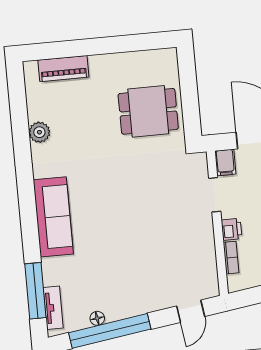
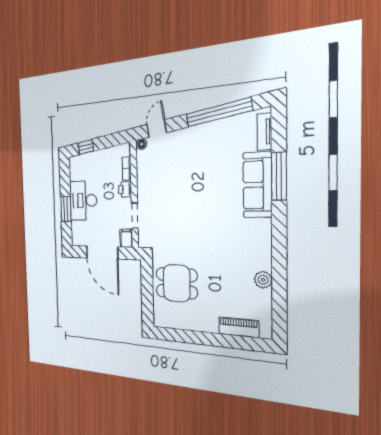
sofa: (53, 217) -> (257, 185), moved
window: (35, 291) -> (279, 176), moved
floor lamp: (97, 318) -> (142, 144), moved

